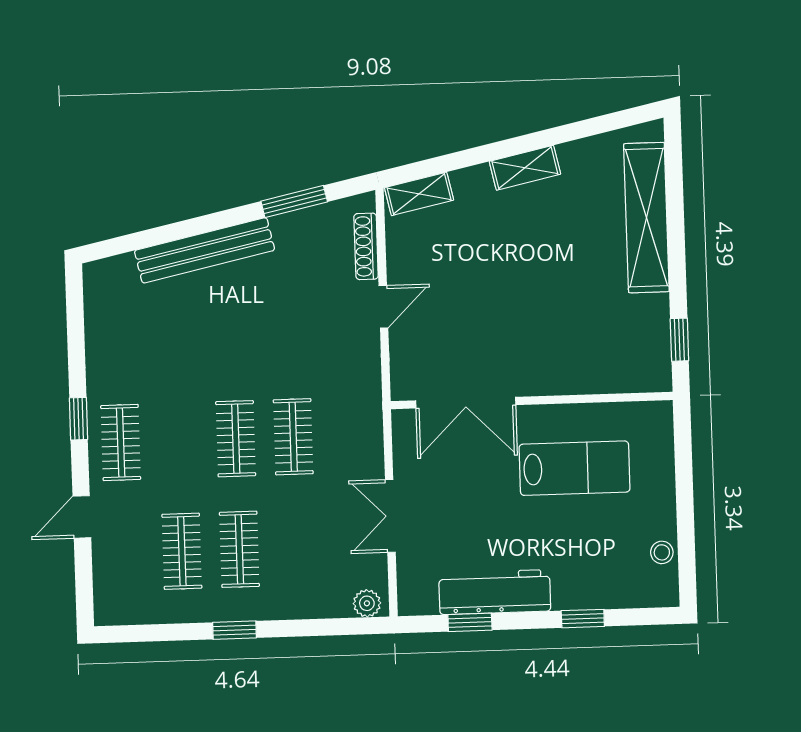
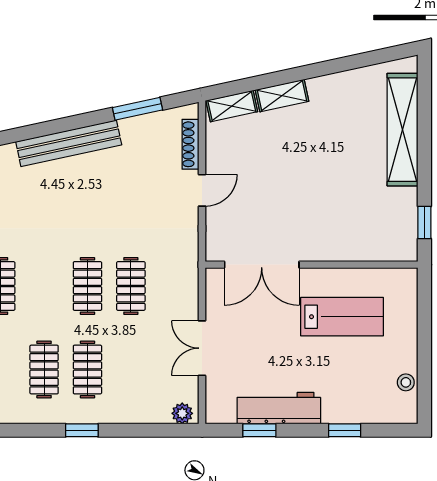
shelving: (525, 168) -> (282, 96), moved

